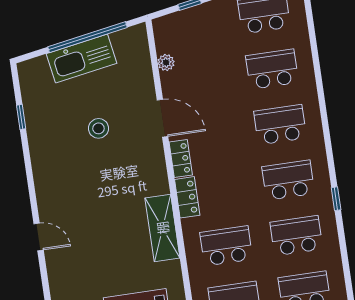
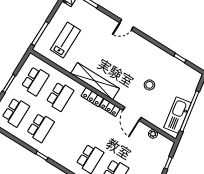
kitchen sink: (81, 58) -> (177, 115), moved
door: (163, 118) -> (132, 114), hinge flipped
school desk: (288, 180) -> (65, 143), removed
shelving: (162, 228) -> (95, 81), width x1.47

